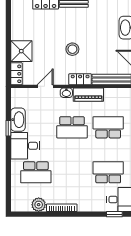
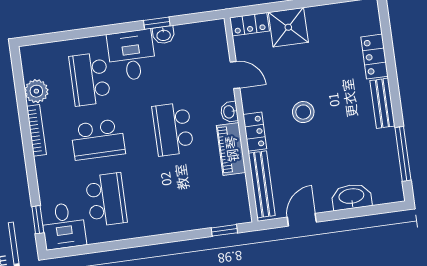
washbasin: (18, 120) -> (164, 35), width x0.52, depth x0.69
school desk: (108, 127) -> (98, 139), moved, turned 90

